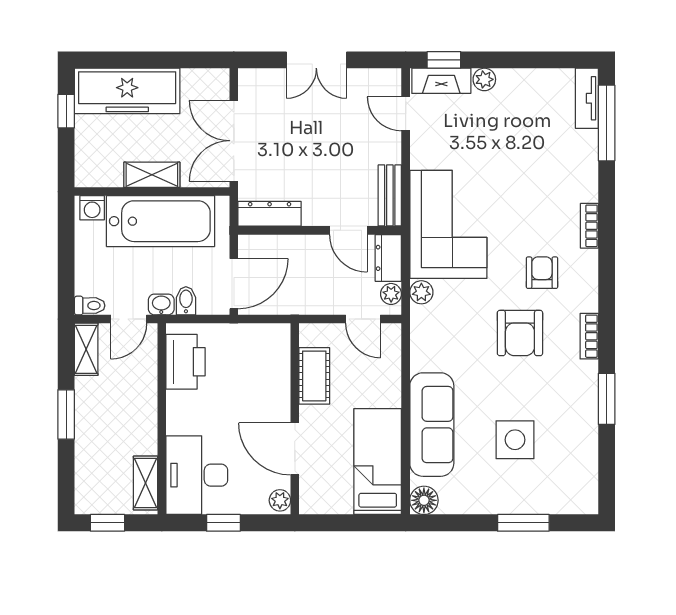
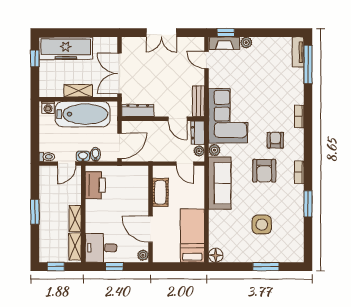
shelving: (86, 349) -> (75, 219), moved
sofa: (432, 425) -> (220, 183), moved
desk: (197, 475) -> (101, 248), width x0.73

